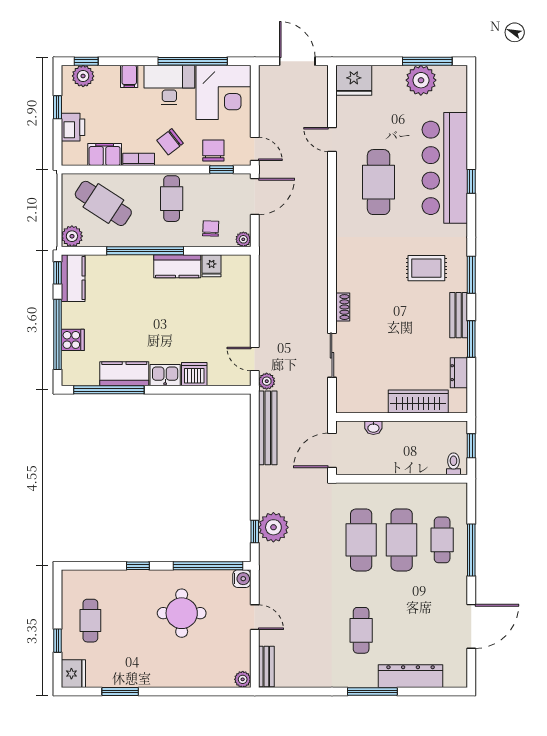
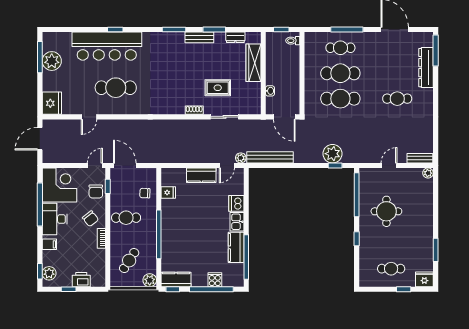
chair: (213, 150) -> (96, 191), turned -90
filing cabinet: (105, 154) -> (98, 260), removed
cafe table: (103, 203) -> (129, 261), width x0.73, depth x0.74
plant: (243, 239) -> (152, 173), removed
kitchen counter: (177, 266) -> (201, 175), moved, turned 90
rug: (426, 268) -> (218, 88), moved, turned 90
water cooler: (242, 579) -> (365, 174), removed
window: (372, 691) -> (436, 51), moved

